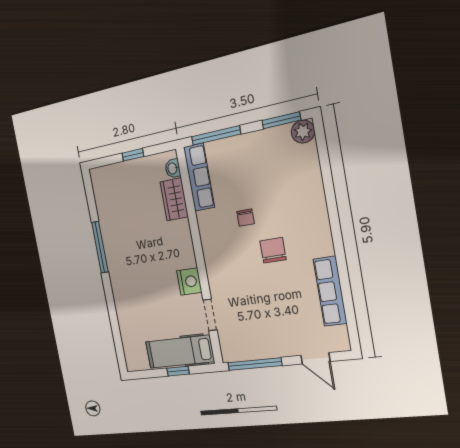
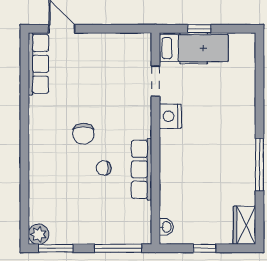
row of seats: (199, 177) -> (142, 169), moved
wardrobe: (174, 199) -> (244, 225), moved, turned 180
chair: (246, 218) -> (104, 168), turned -90
row of seats: (330, 291) -> (38, 64), moved
window: (255, 364) -> (120, 29), removed

